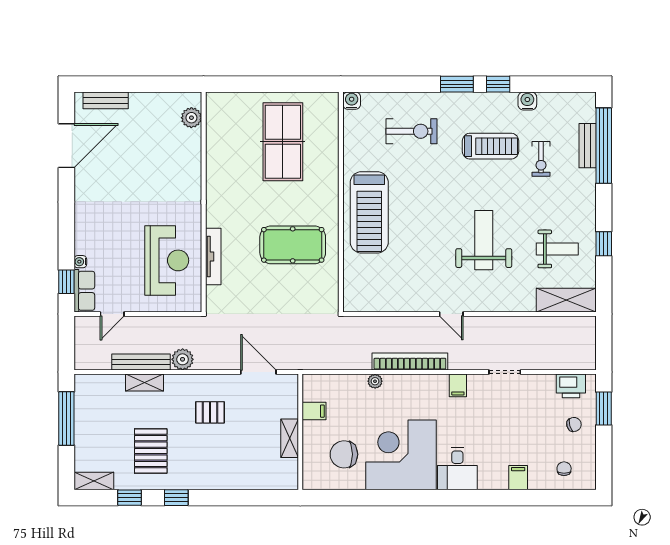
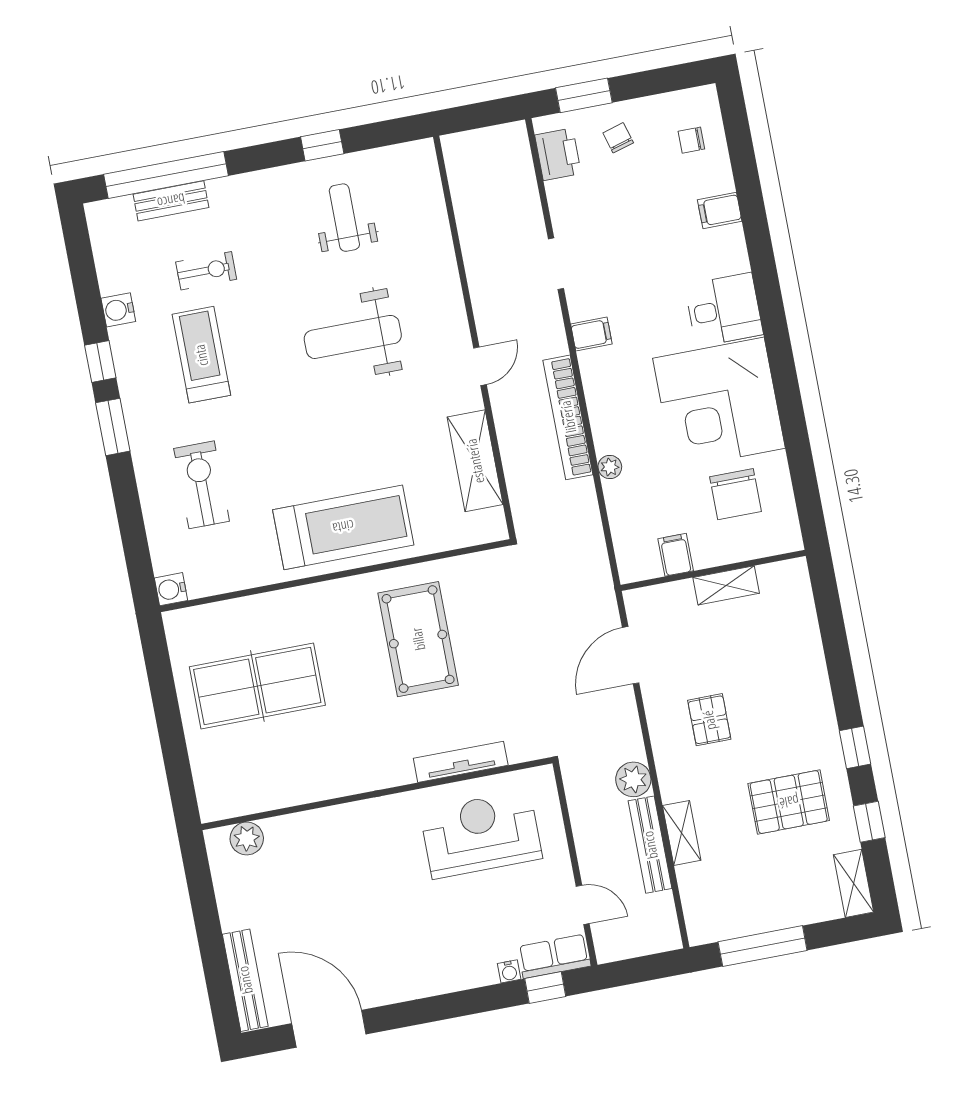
bench: (106, 100) -> (245, 980), width x1.36
shelving: (566, 300) -> (475, 461), moved

